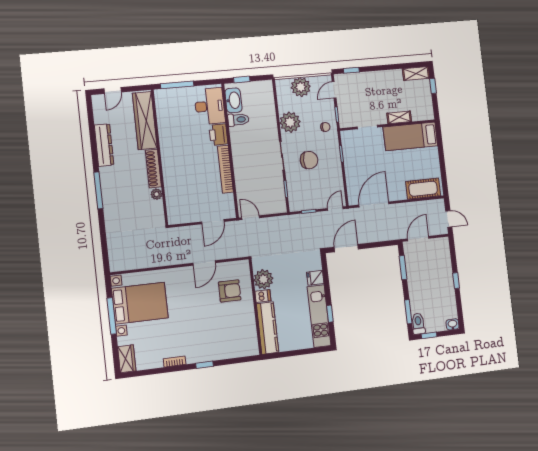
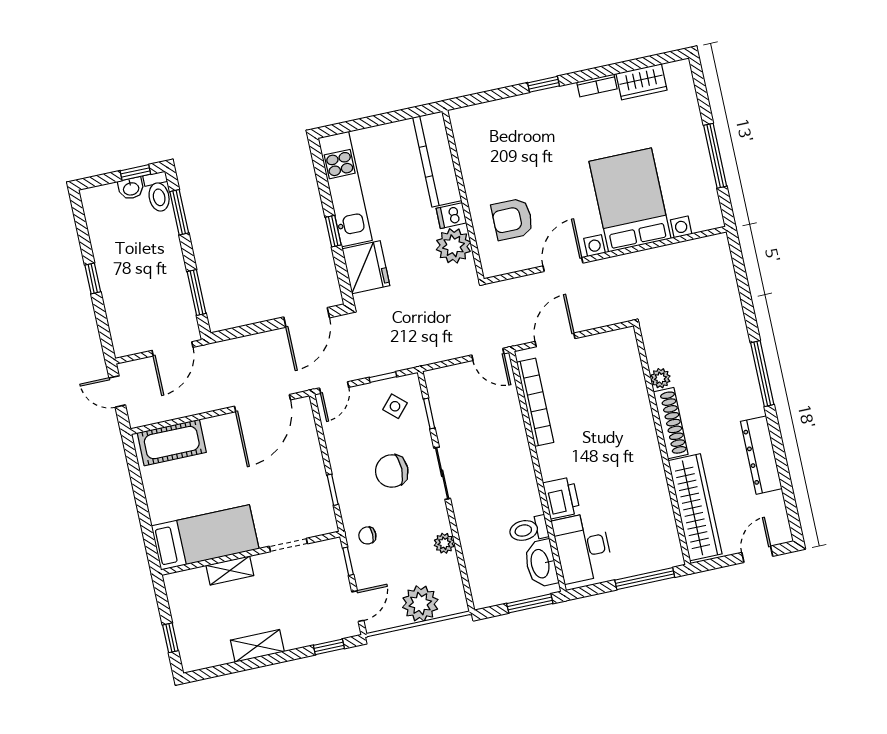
shelving: (416, 73) -> (257, 646), moved
window: (242, 80) -> (530, 603), width x1.50
plant: (290, 122) -> (444, 543), width x0.53, depth x0.53
bookcase: (225, 169) -> (535, 402), moved
side table: (304, 195) -> (395, 406), added
fridge: (315, 278) -> (366, 267), width x1.88, depth x1.34
bed with nightstands: (140, 303) -> (630, 200), moved, turned 90
window: (330, 314) -> (333, 231), moved
washbasin: (453, 324) -> (131, 188), moved
wardrobe: (127, 359) -> (642, 82), moved, turned -90

